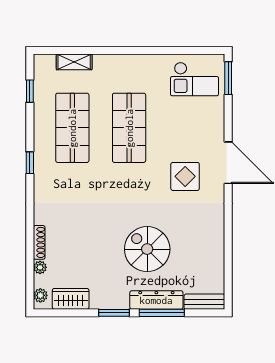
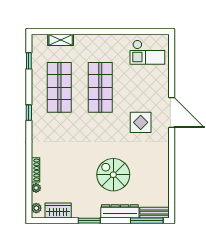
window: (228, 78) -> (172, 52), removed
window: (162, 313) -> (147, 221), moved

